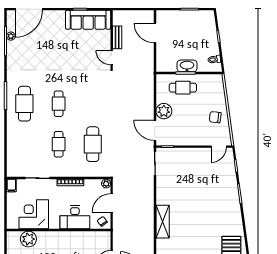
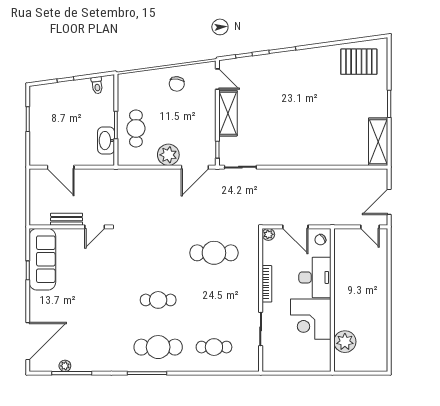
door: (29, 9) -> (28, 341), hinge flipped
door: (155, 33) -> (61, 167), hinge flipped
washbasin: (187, 66) -> (106, 141), moved
cafe table: (59, 144) -> (214, 347), moved
filing cabinet: (11, 186) -> (271, 365), removed
corner desk: (34, 214) -> (311, 319), moved
shelving: (163, 222) -> (228, 113), moved, turned 90

